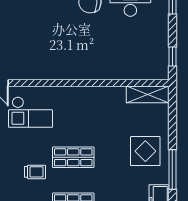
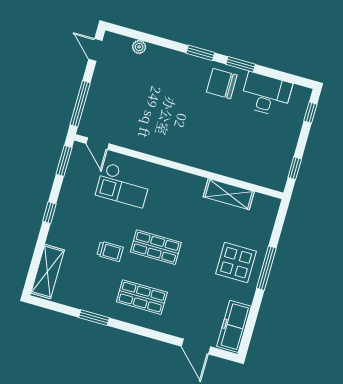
shelving: (148, 94) -> (229, 194), moved
window: (172, 169) -> (266, 268), moved

